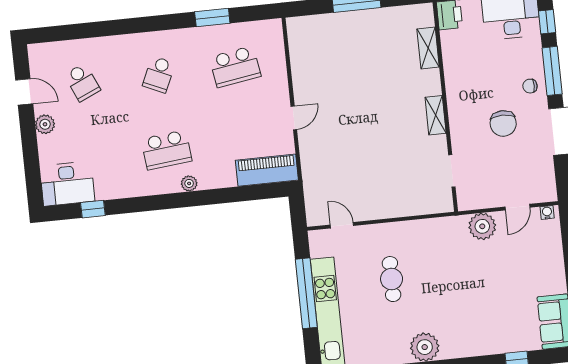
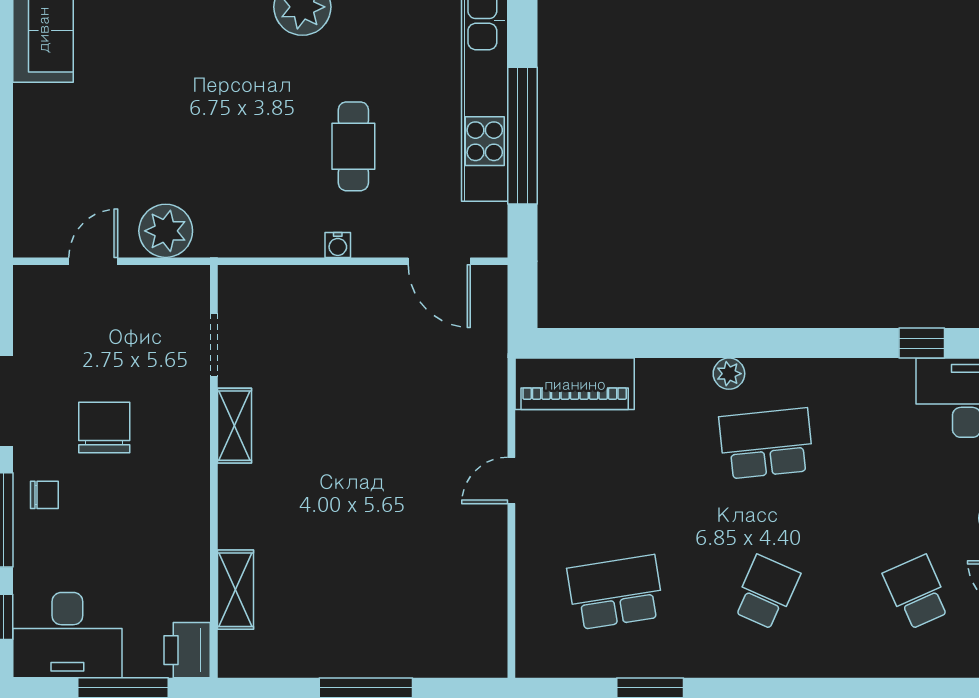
shelving: (436, 115) -> (234, 426), moved
water cooler: (547, 212) -> (338, 245), moved
door: (342, 225) -> (439, 261), width x1.38

